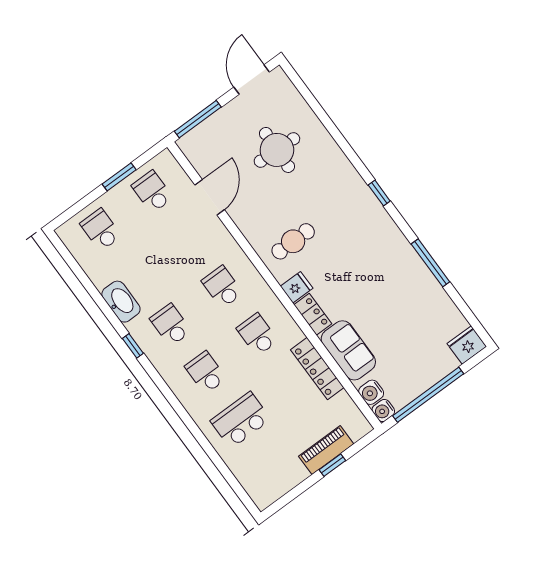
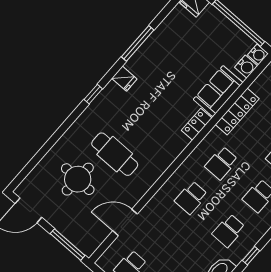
cafe table: (293, 241) -> (115, 154), moved, width x1.37, depth x1.35
fridge: (297, 287) -> (124, 79), moved, turned 180

